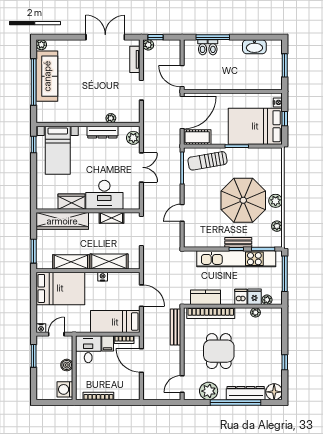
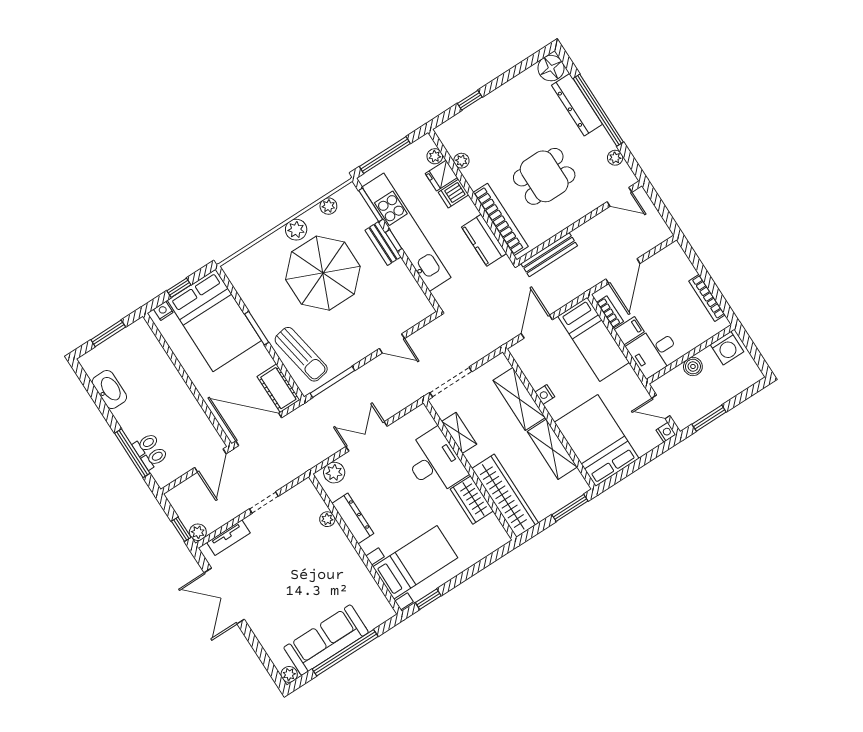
window: (285, 362) -> (470, 100), moved
plant: (209, 391) -> (615, 158), width x0.53, depth x0.53

